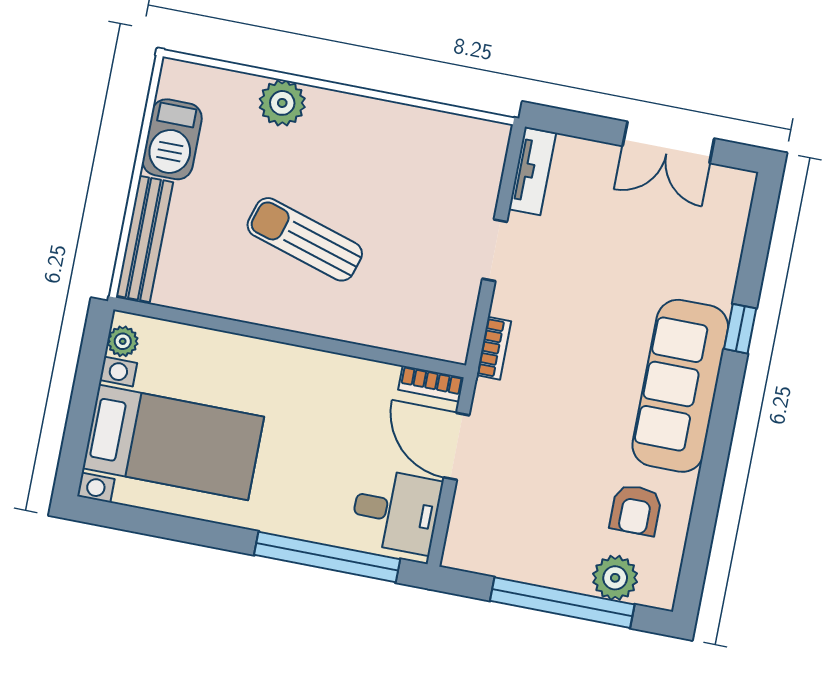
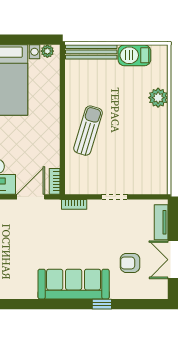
tv unit: (532, 171) -> (161, 222), moved, turned 90
sun lounger: (305, 239) -> (88, 131), moved
armchair: (636, 510) -> (130, 263), moved

